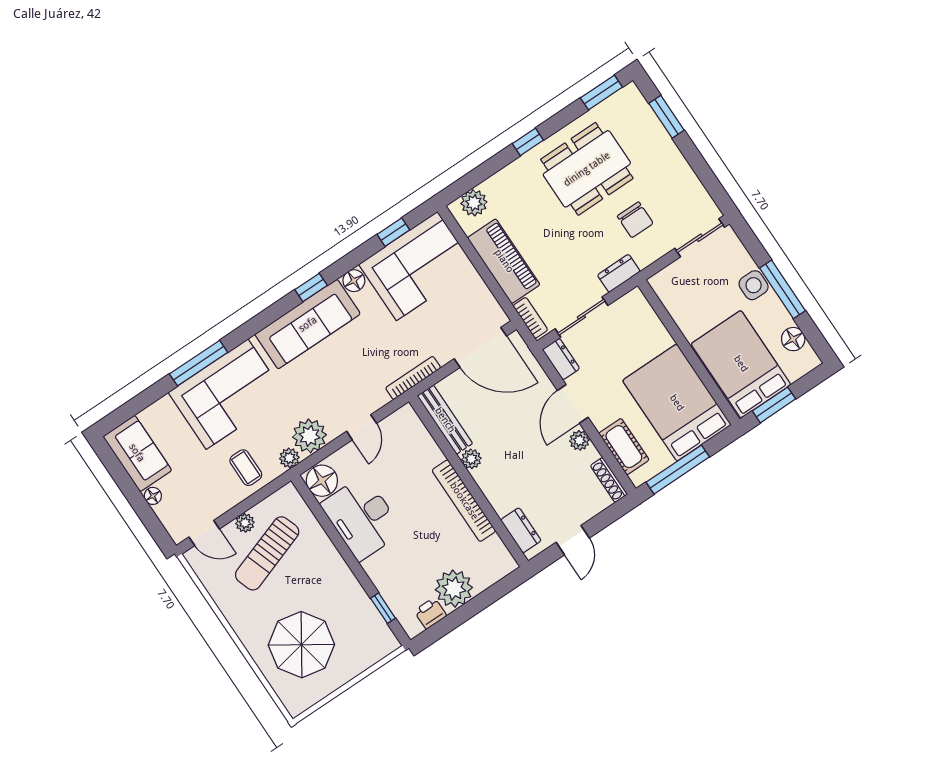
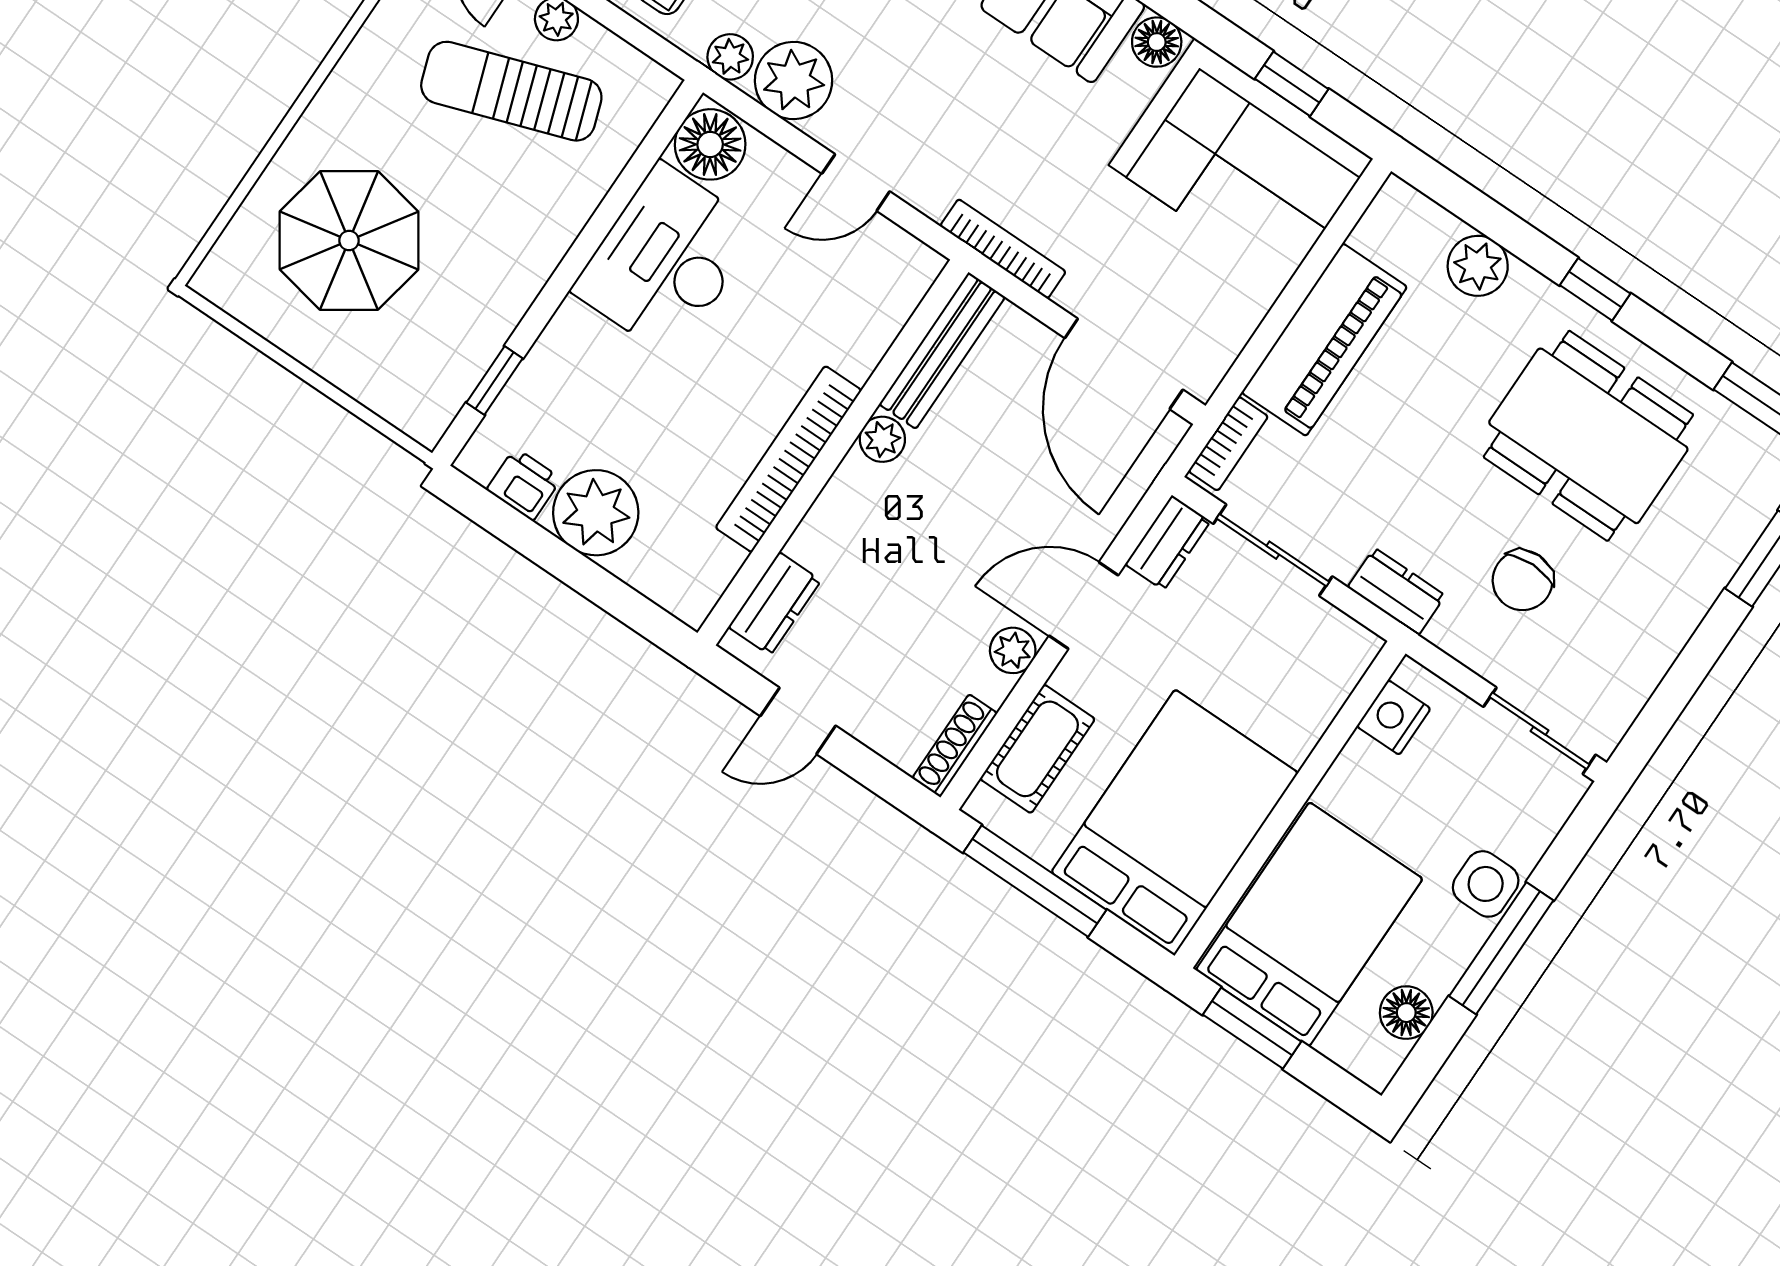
plant: (474, 203) -> (1478, 266), moved
nightstand: (670, 295) -> (1394, 717), added

